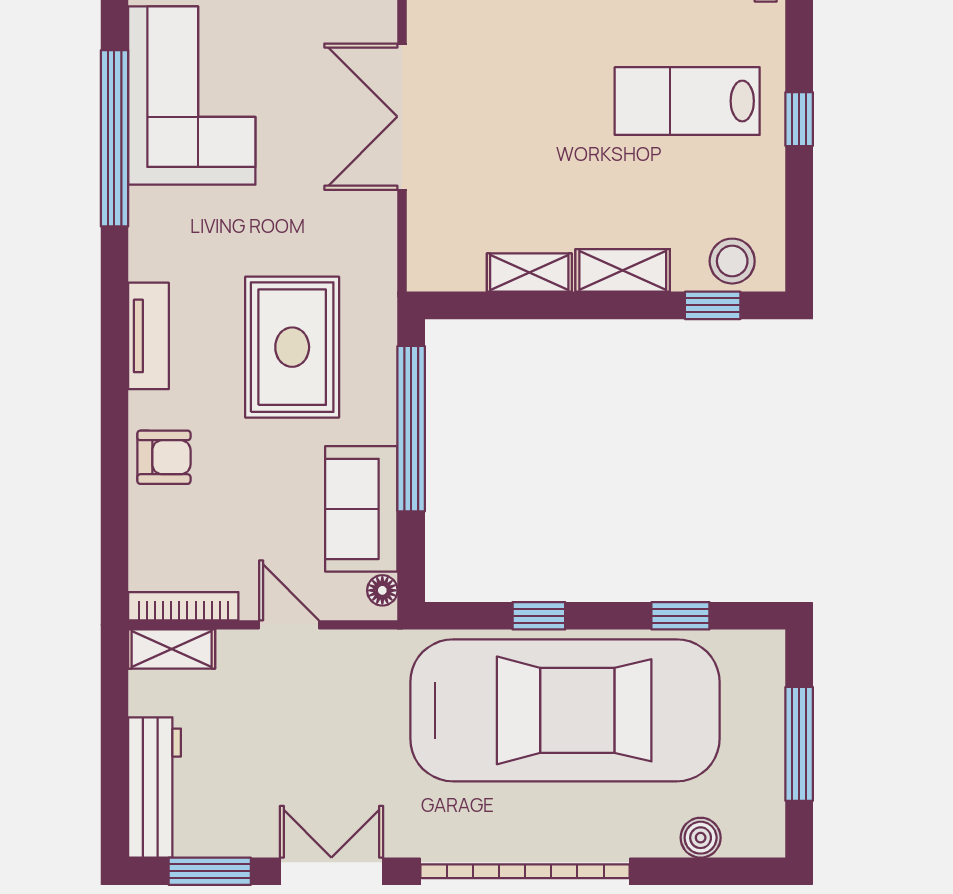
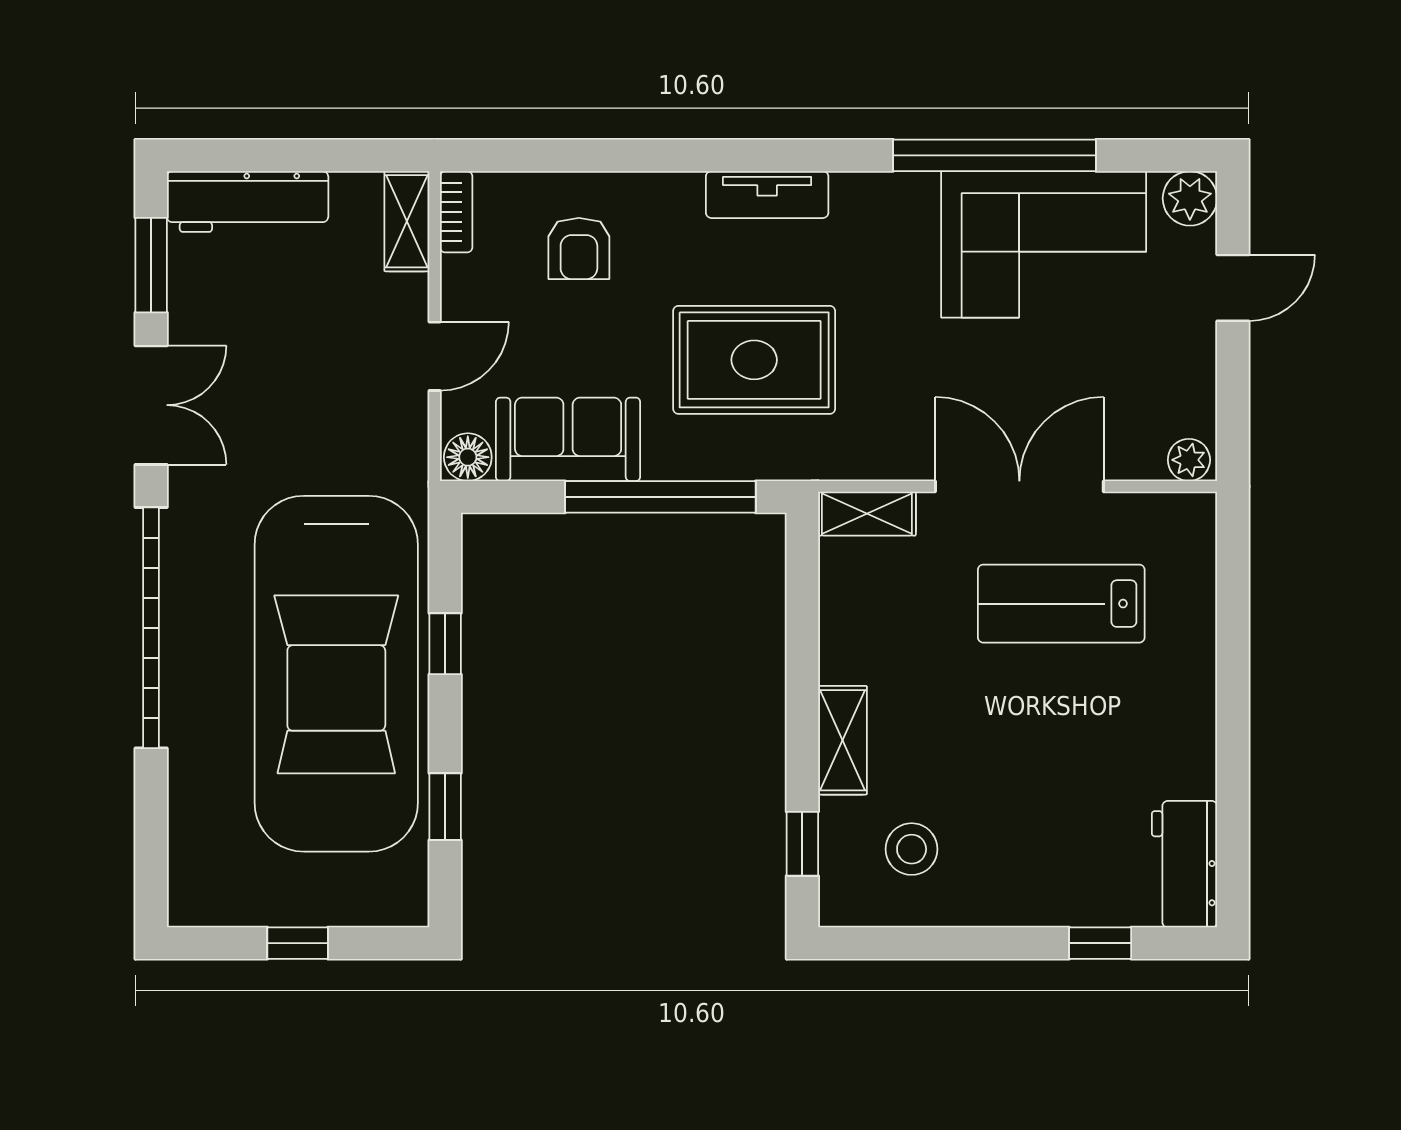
lab bench: (687, 101) -> (1061, 604), moved, turned -90
window: (799, 119) -> (1100, 943), moved
stool: (732, 261) -> (912, 849), moved
shelving: (529, 273) -> (867, 514), moved, turned 90
armchair: (164, 457) -> (579, 249), moved
floor lamp: (382, 590) -> (468, 457), width x1.37, depth x1.37
bookcase: (183, 606) -> (456, 212), width x0.64
window: (799, 744) -> (298, 943), width x0.46
boiler: (701, 838) -> (190, 830), removed

